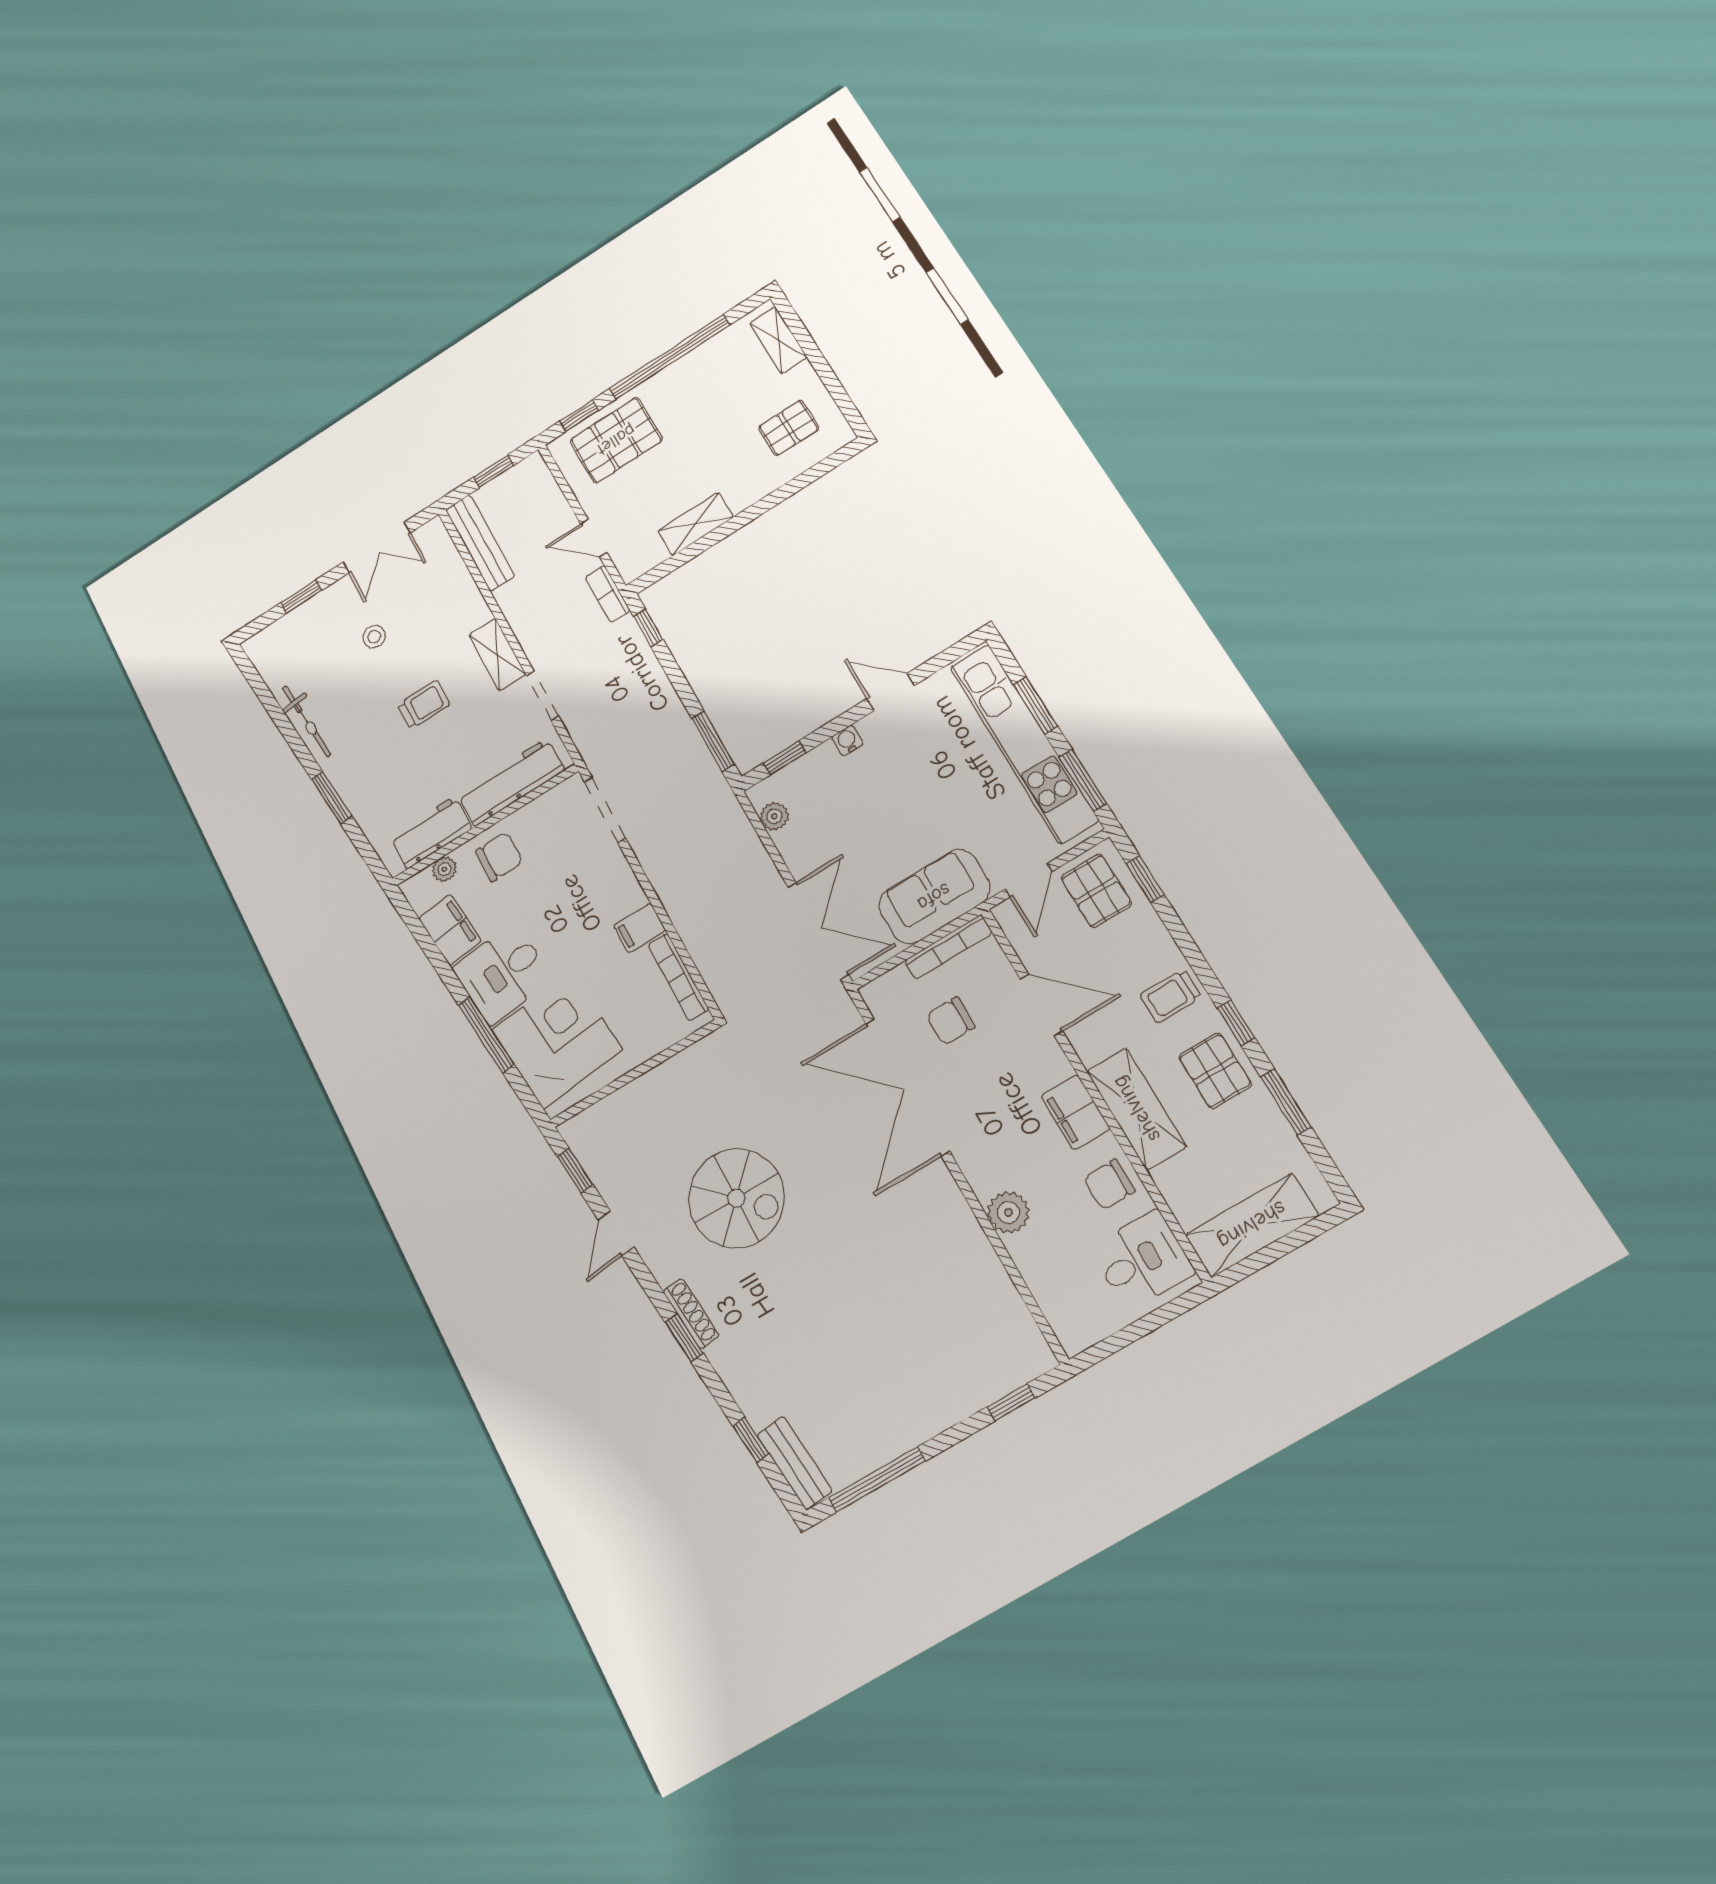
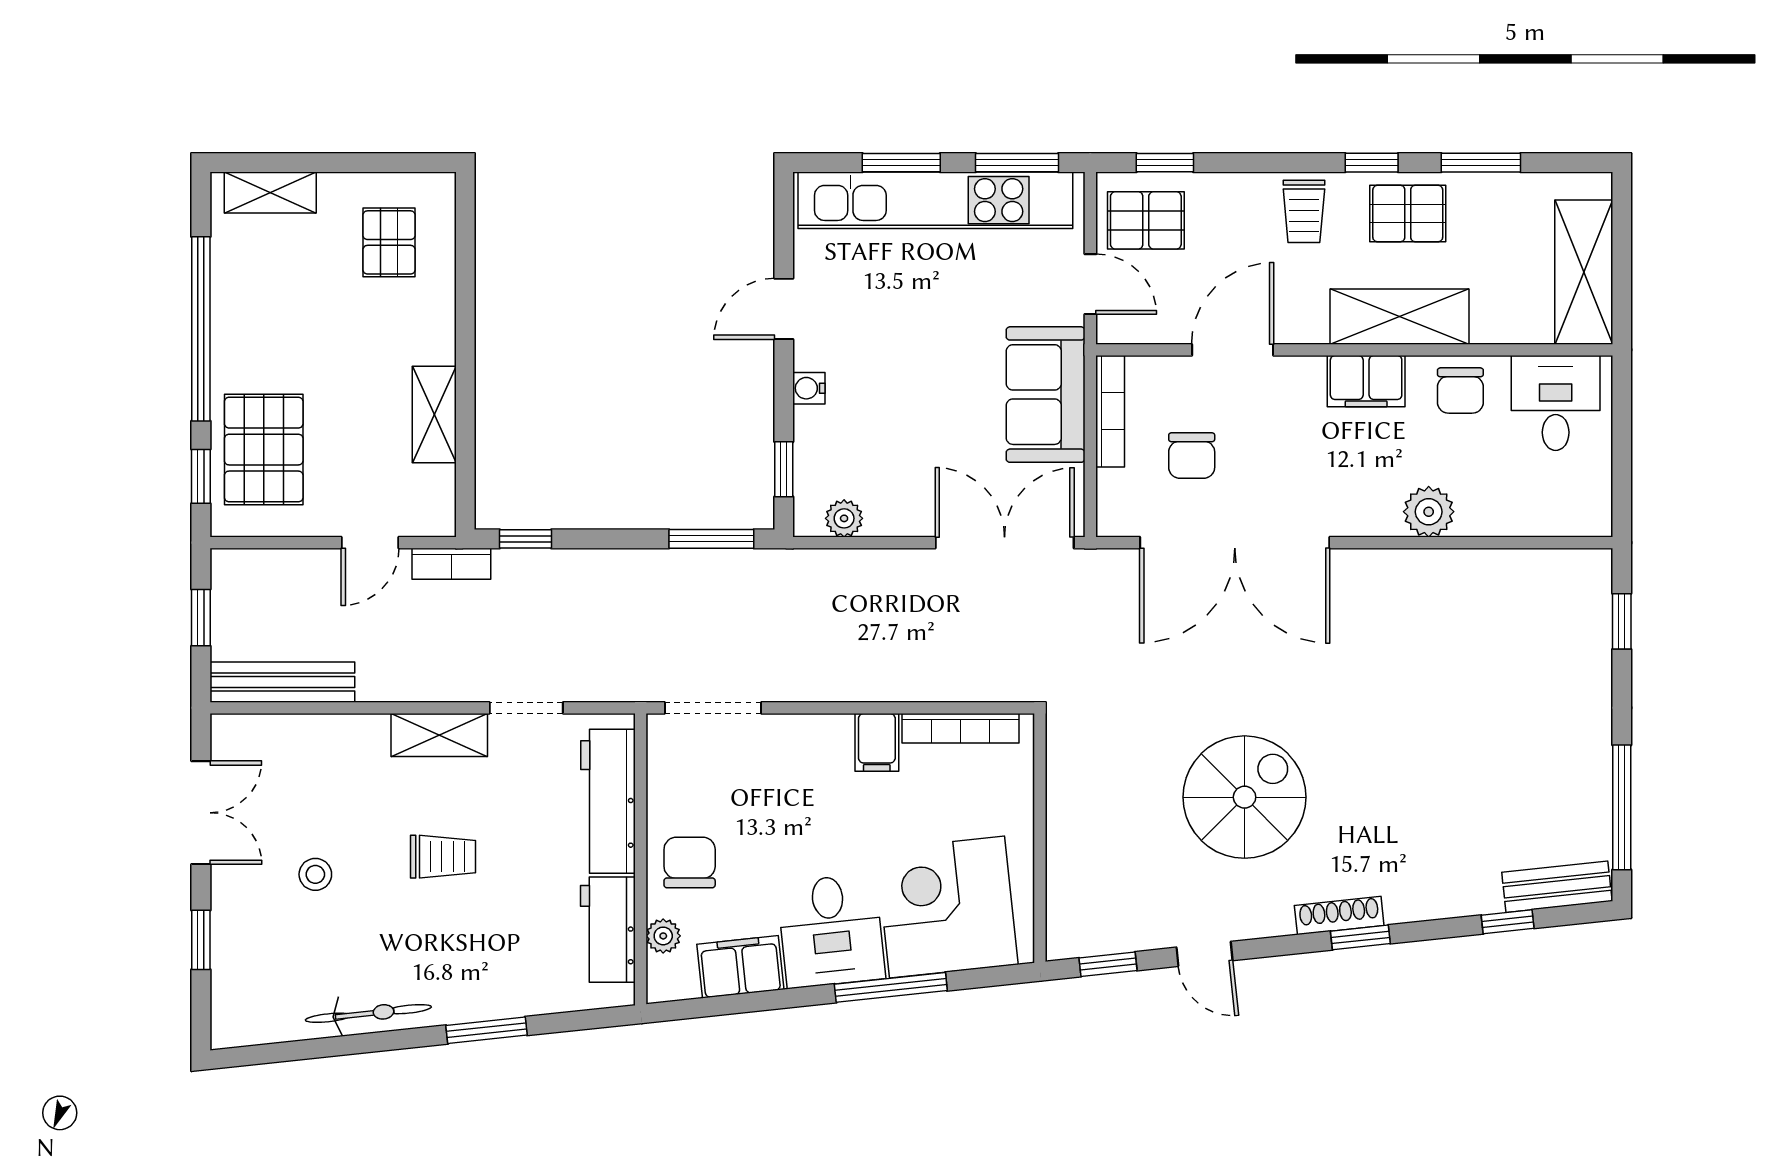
trolley: (424, 704) -> (443, 857), turned 90

